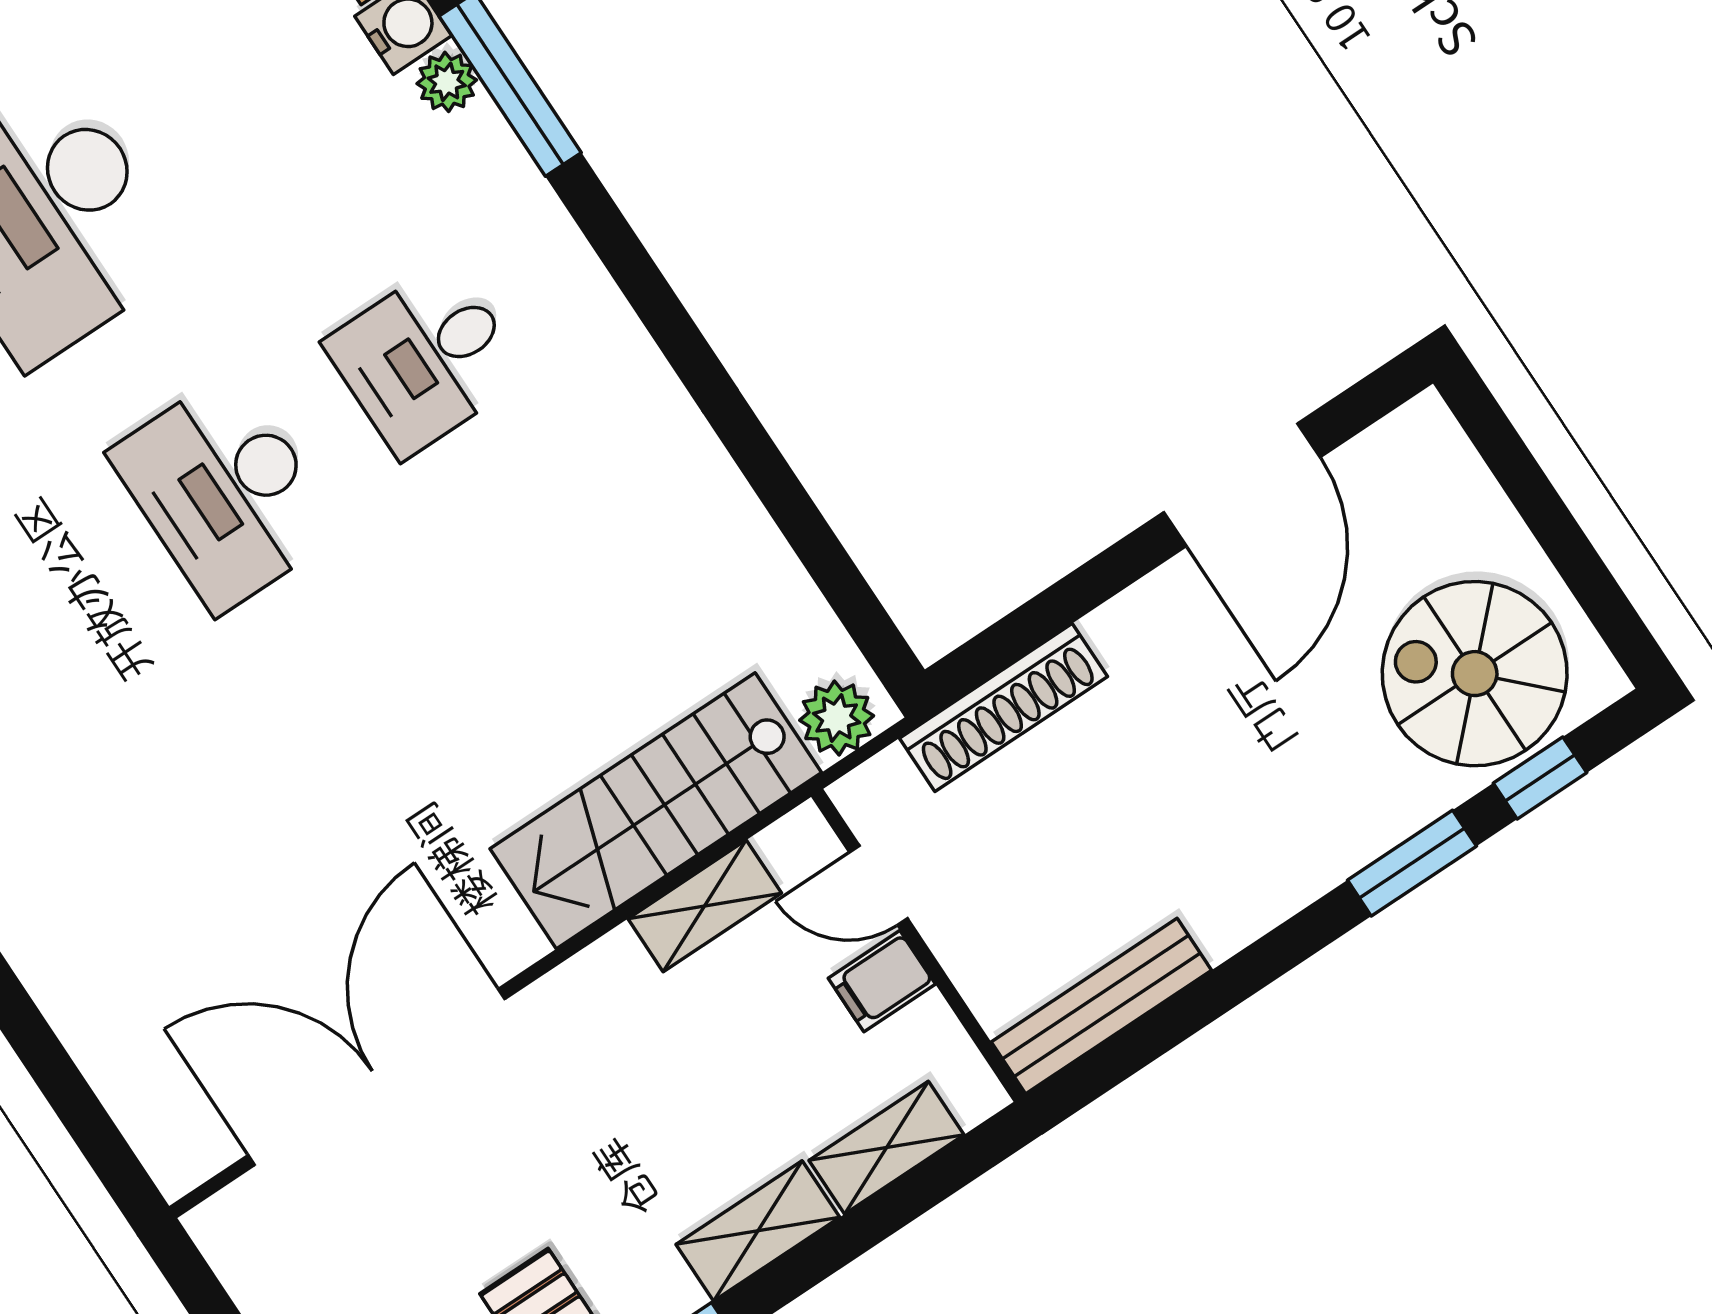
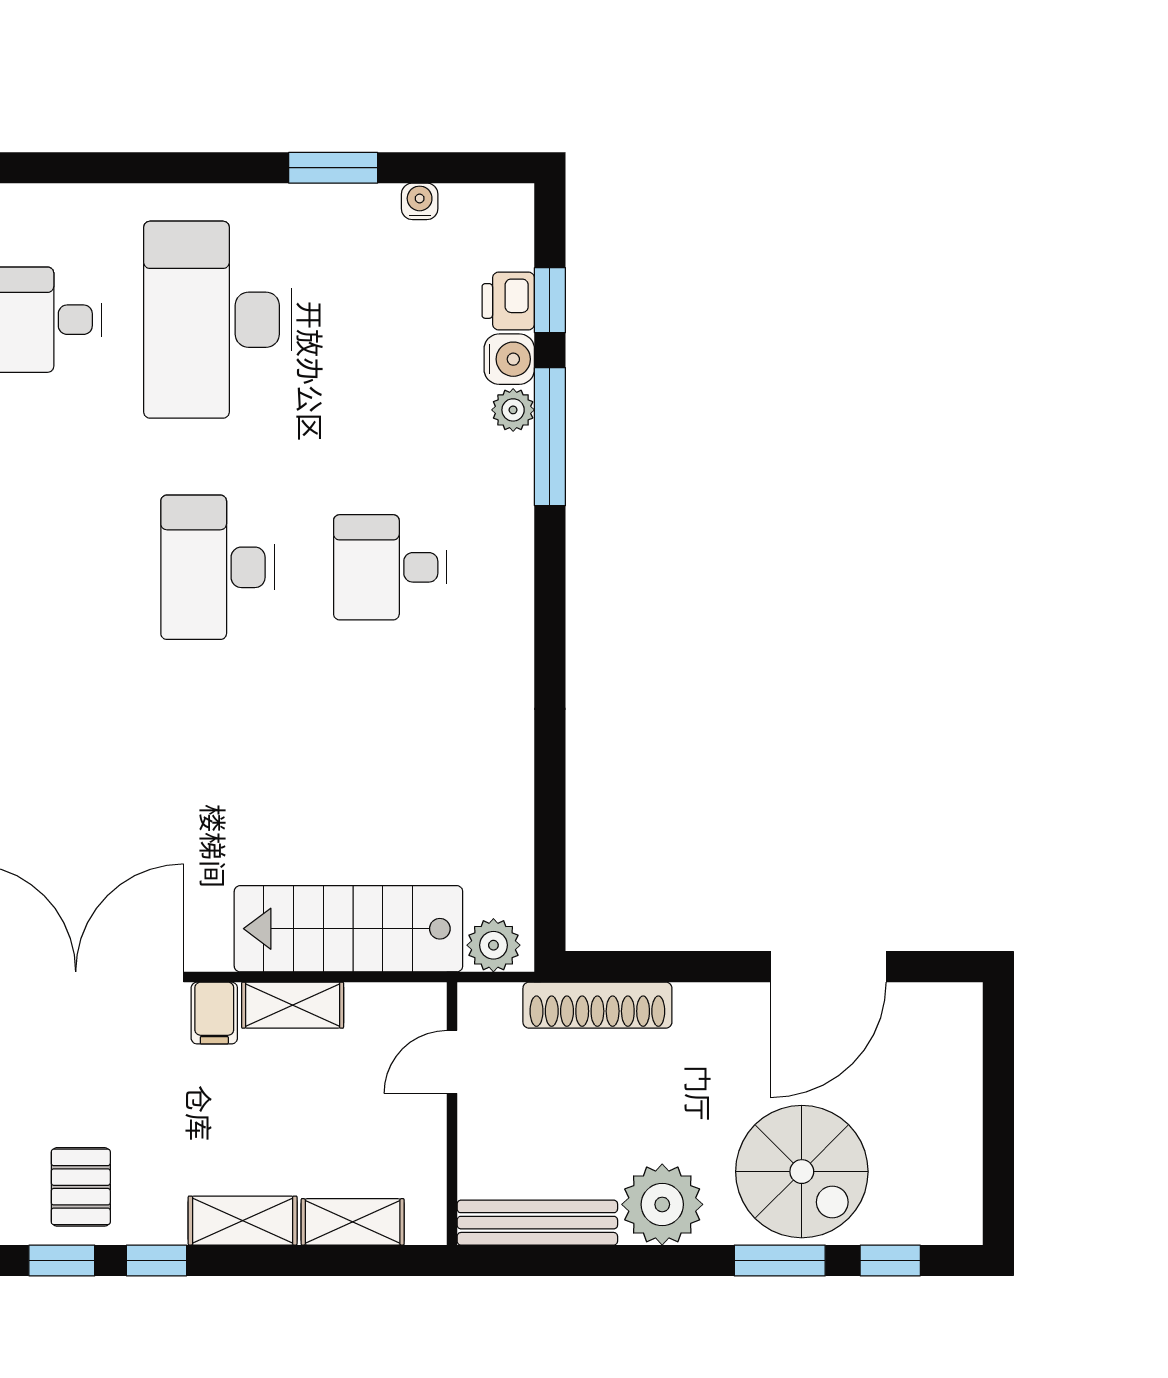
spiral stairs: (1475, 674) -> (802, 1172), moved, turned 180
door: (878, 885) -> (452, 1062), hinge flipped
plant: (1232, 889) -> (662, 1204), added
shelving: (705, 906) -> (293, 1005), moved
filing cabinet: (882, 981) -> (214, 1013), moved, turned -90

